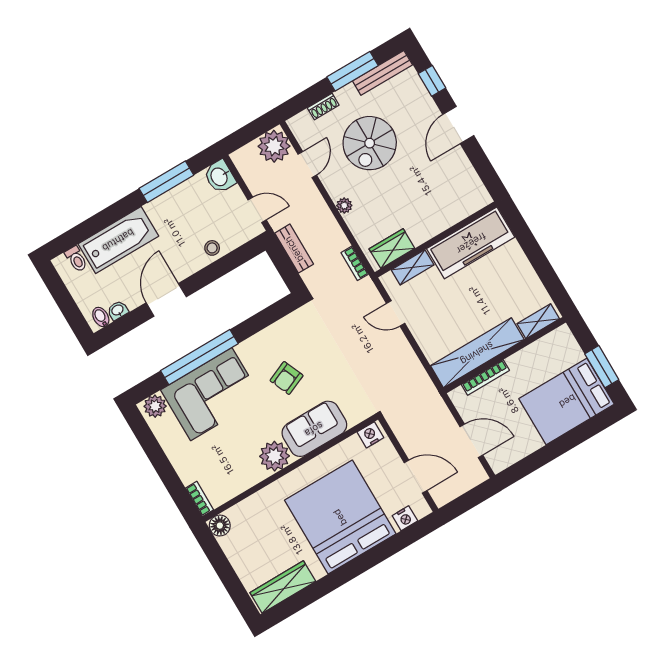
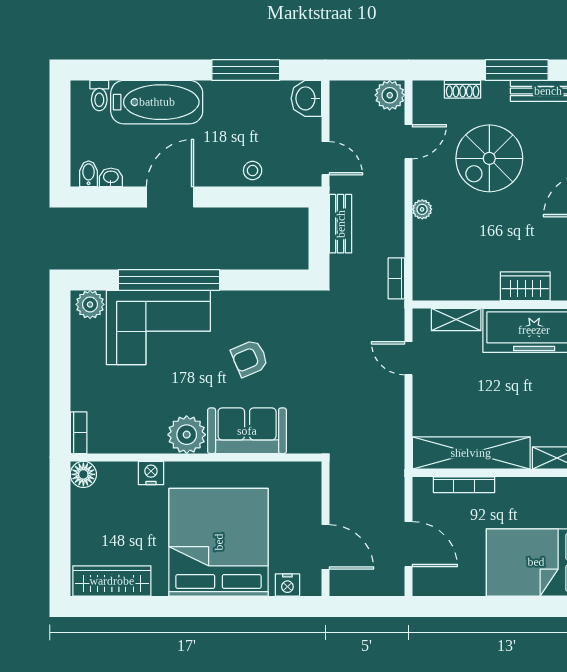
plant: (274, 146) -> (390, 95), width x0.73, depth x0.73
wardrobe: (392, 249) -> (525, 286), moved
nightstand: (370, 435) -> (151, 473), moved

